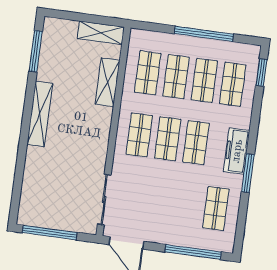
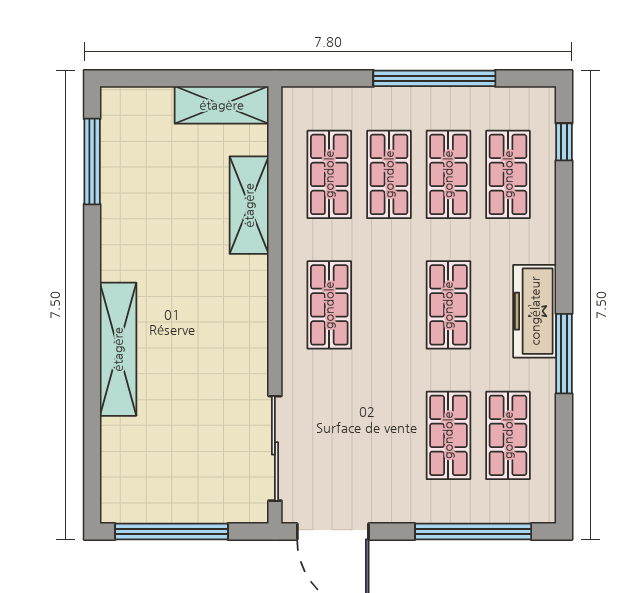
window: (261, 72) -> (564, 142), width x0.67
shelving: (40, 114) -> (118, 349), moved
shop shelf: (168, 139) -> (448, 435), moved

